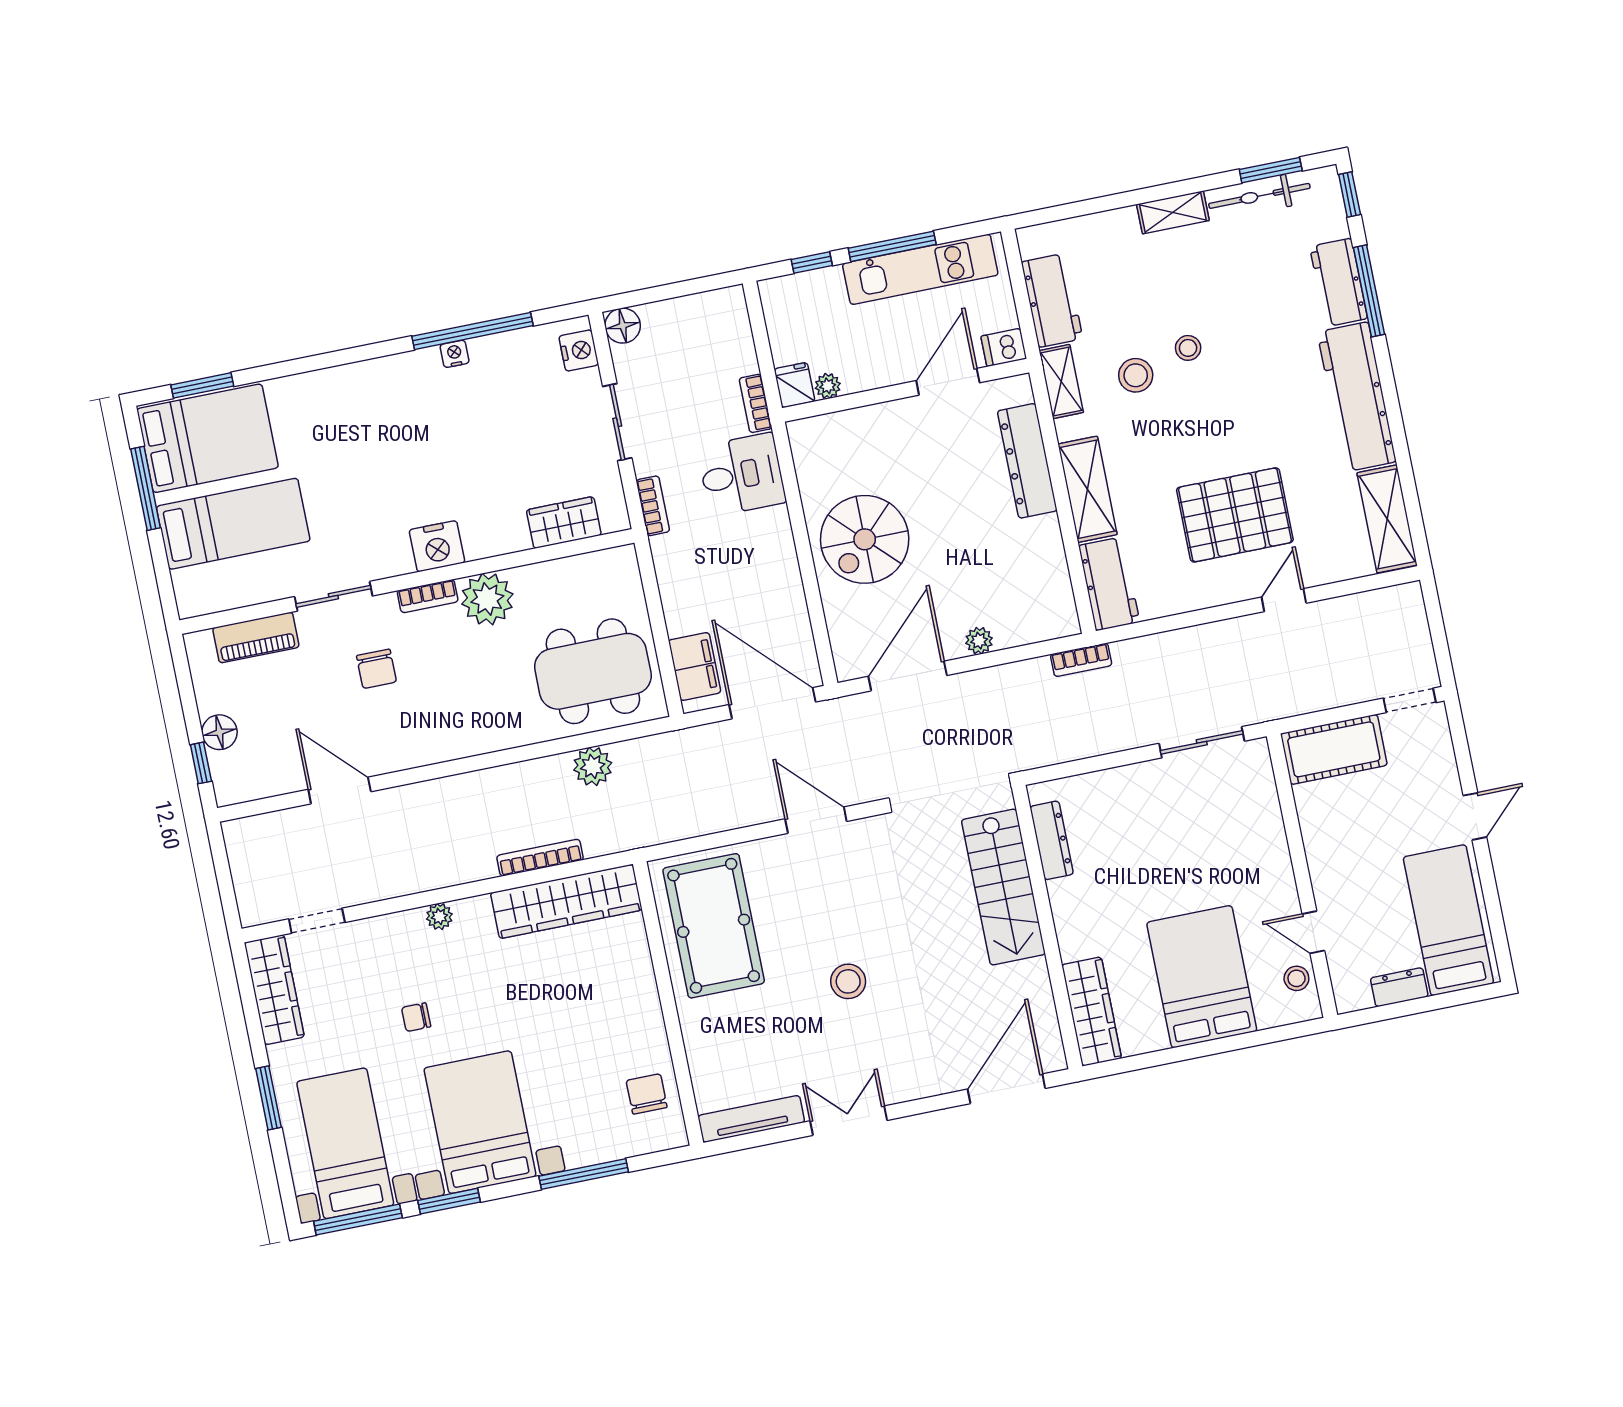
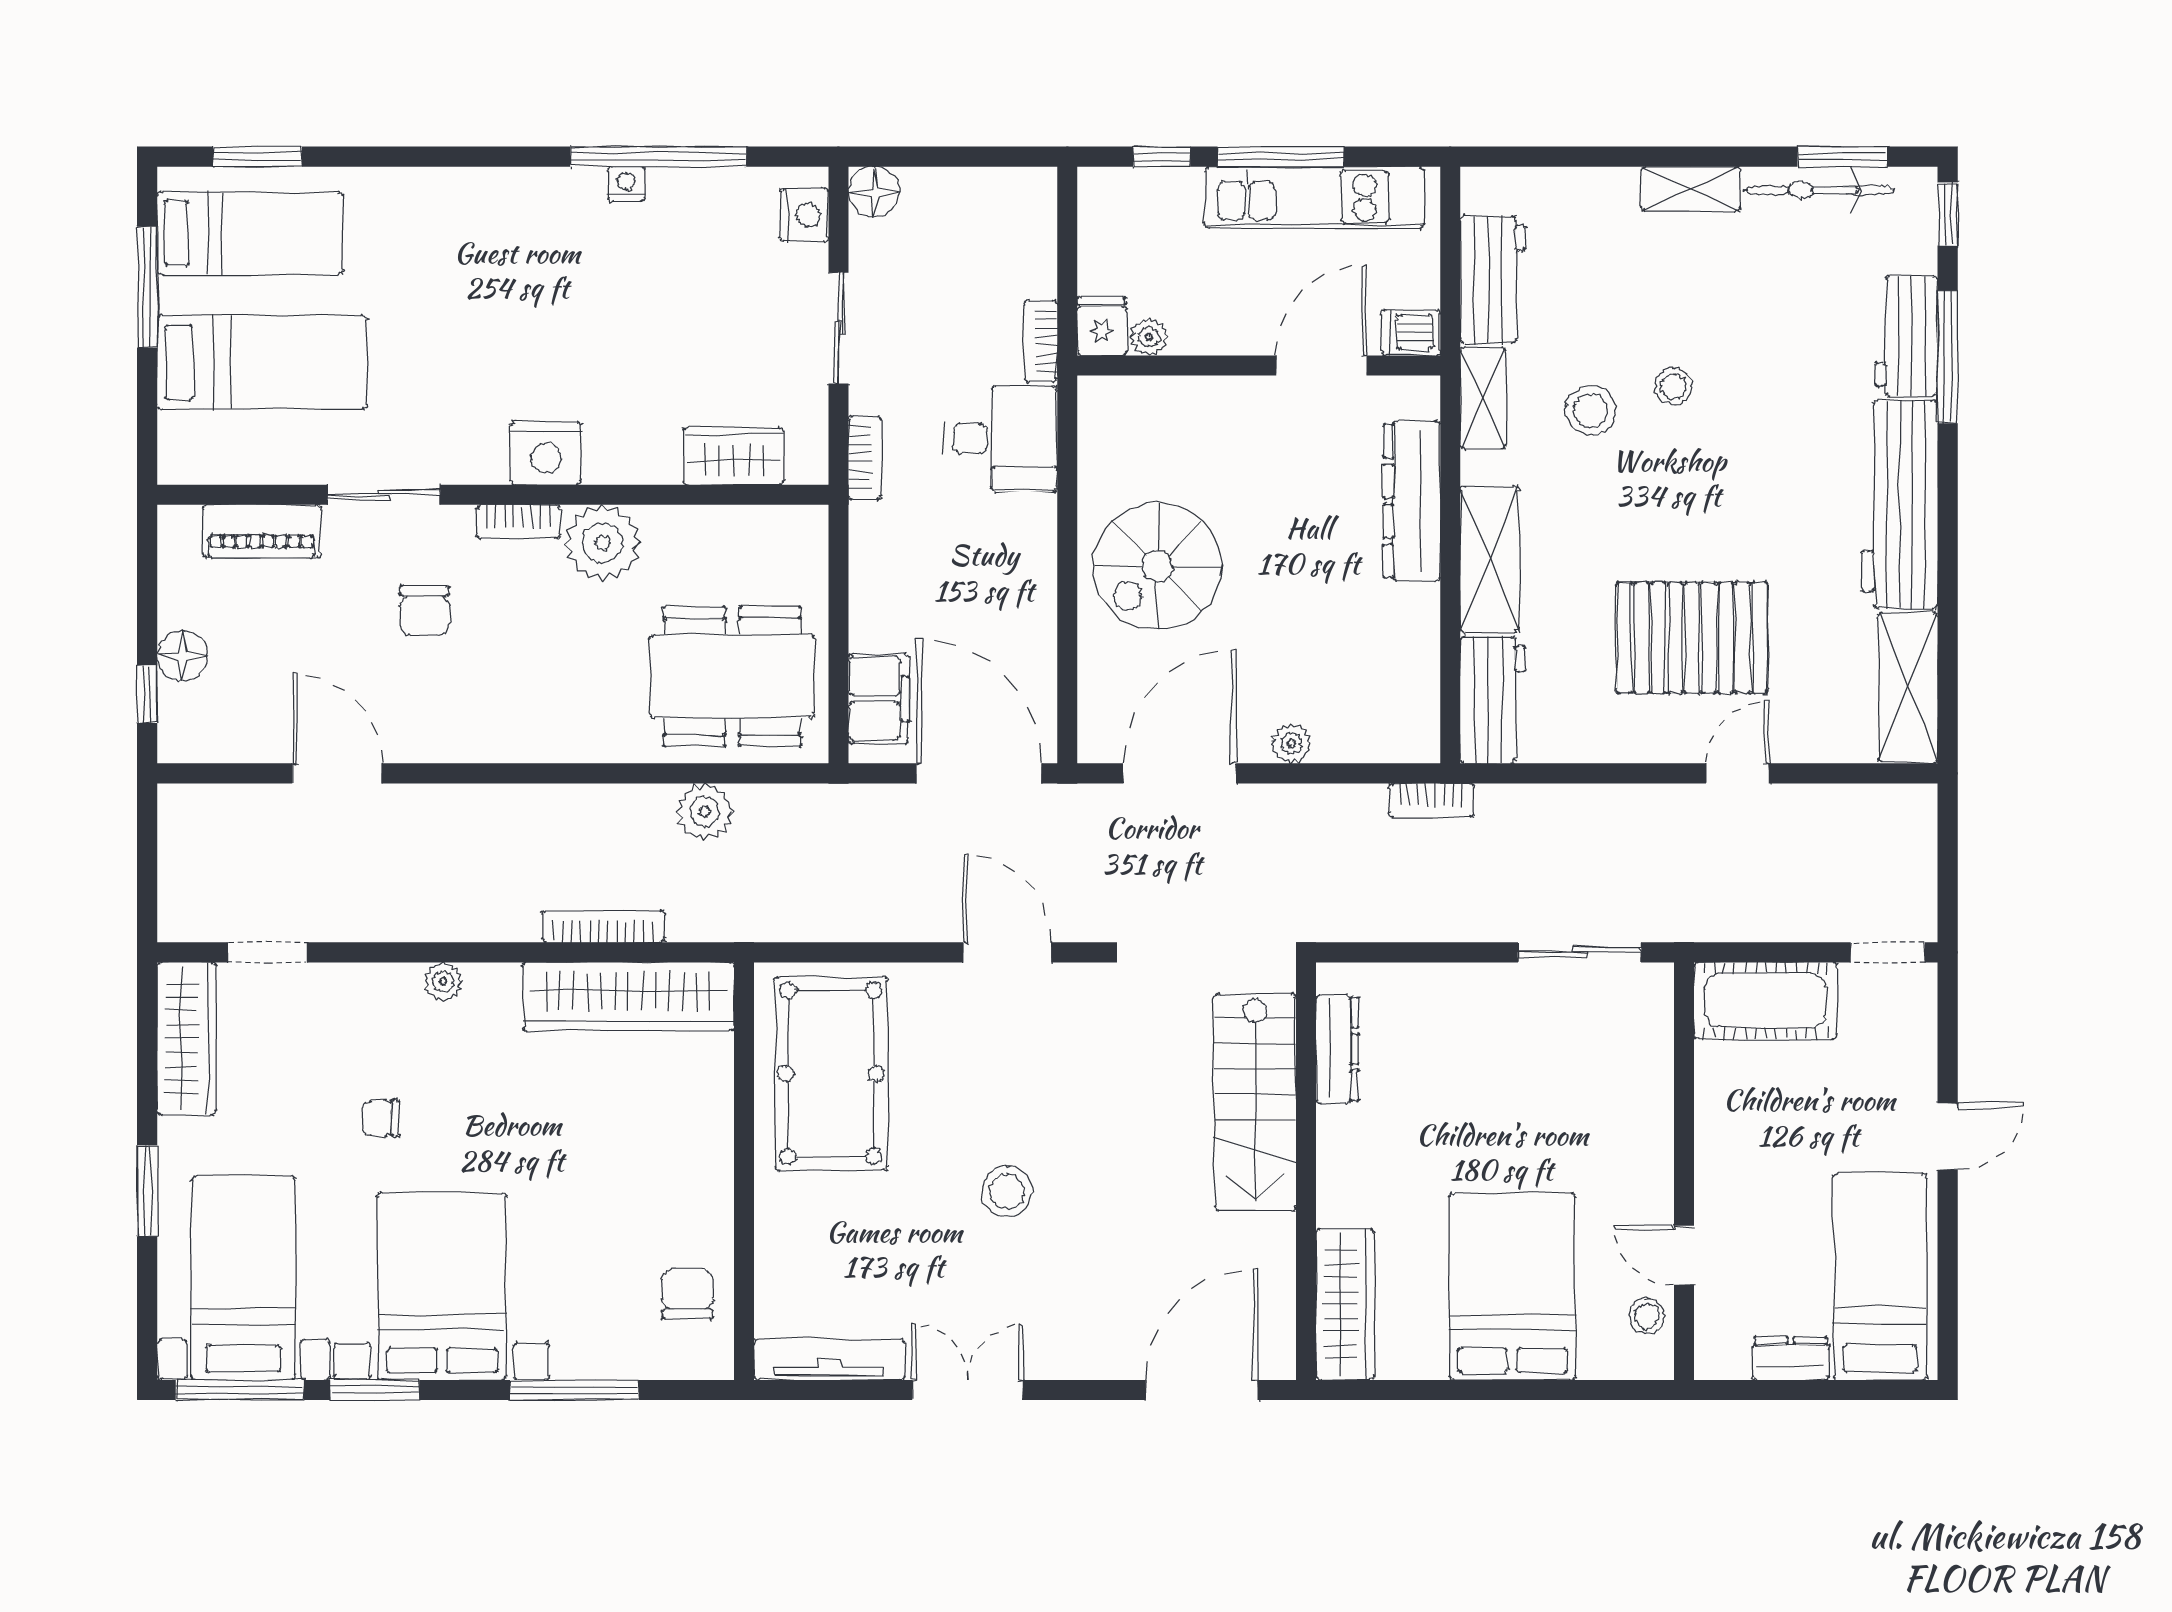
bed: (207, 438) -> (250, 233), width x0.67

